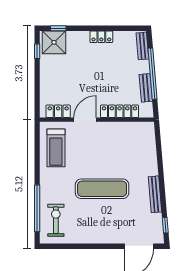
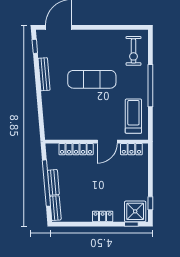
locker: (101, 37) -> (103, 216), moved
bench: (146, 88) -> (53, 182), moved
window: (37, 208) -> (150, 86), moved

